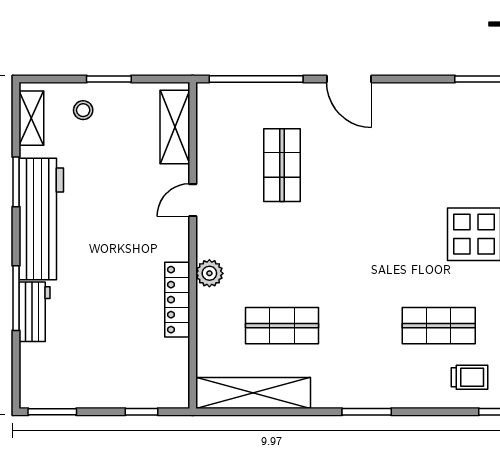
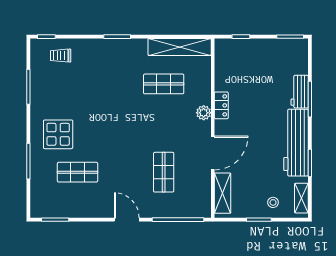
door: (193, 200) -> (213, 153), width x1.87
locker: (177, 300) -> (221, 105), width x0.66
shop shelf: (439, 326) -> (77, 172), moved

